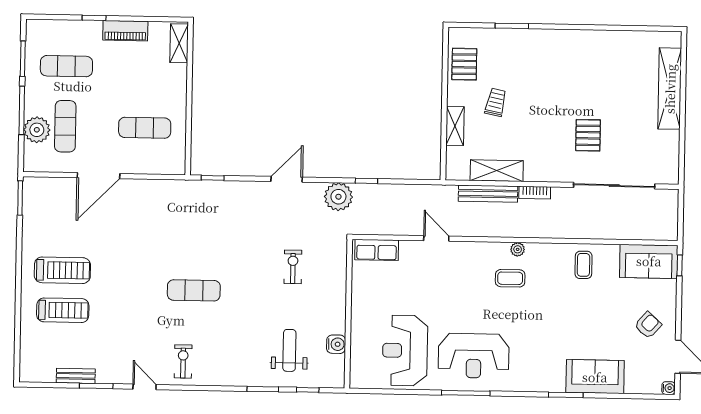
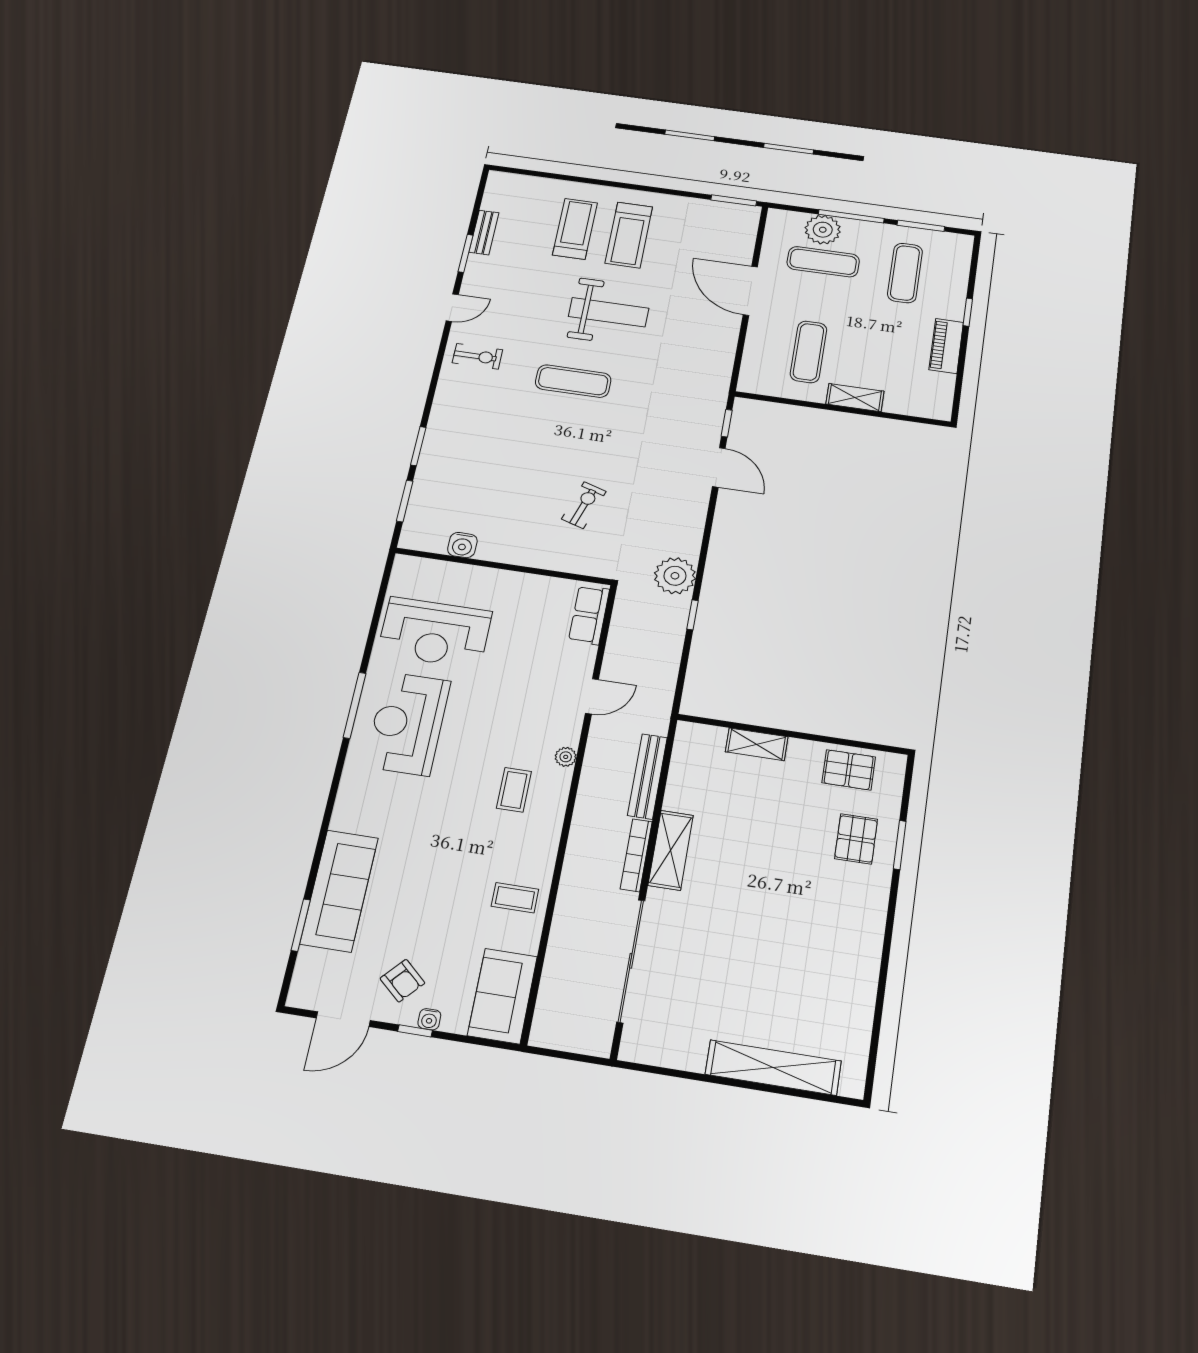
shelving: (179, 43) -> (855, 398), moved
trolley: (496, 102) -> (785, 806), removed
pallet: (588, 135) -> (856, 839), moved, turned 90
shelving: (497, 171) -> (671, 850), moved
door: (287, 179) -> (719, 467), moved
bookcase: (535, 193) -> (636, 855), width x1.56
plant: (518, 249) -> (566, 757), moved
window: (680, 265) -> (415, 1031), moved
exercise bike: (293, 267) -> (584, 505), turned -72
exercise mat: (194, 290) -> (573, 381), turned 90
treadmill: (63, 310) -> (575, 229), turned 180
weight bench: (289, 350) -> (609, 312), moved, width x1.36, depth x1.33
reception desk: (405, 350) -> (435, 633), turned 180
sofa: (595, 377) -> (339, 891), width x1.36
water cooler: (669, 388) -> (429, 1019), moved
window: (308, 390) -> (405, 501), width x1.50
window: (566, 395) -> (301, 925), moved

